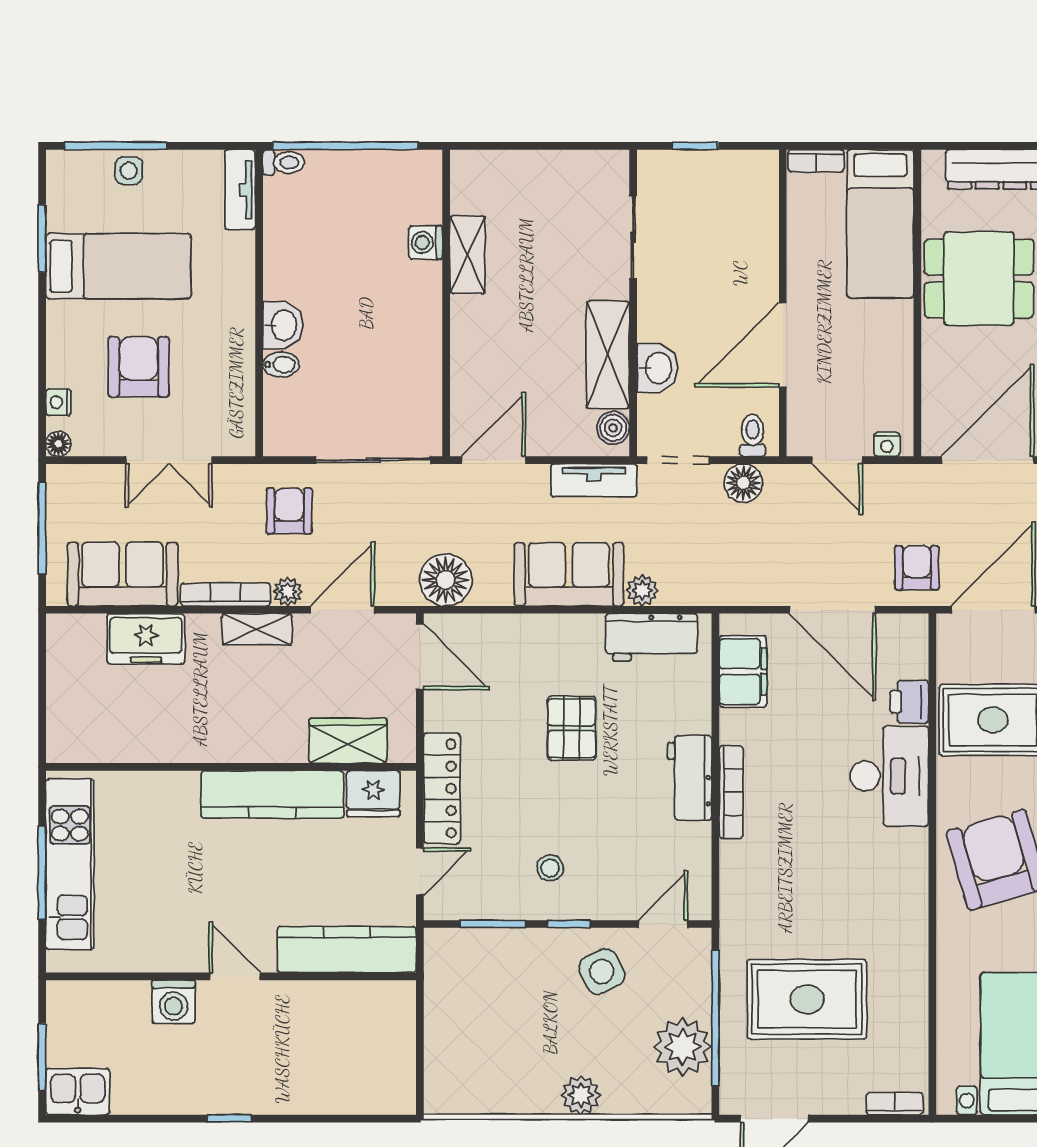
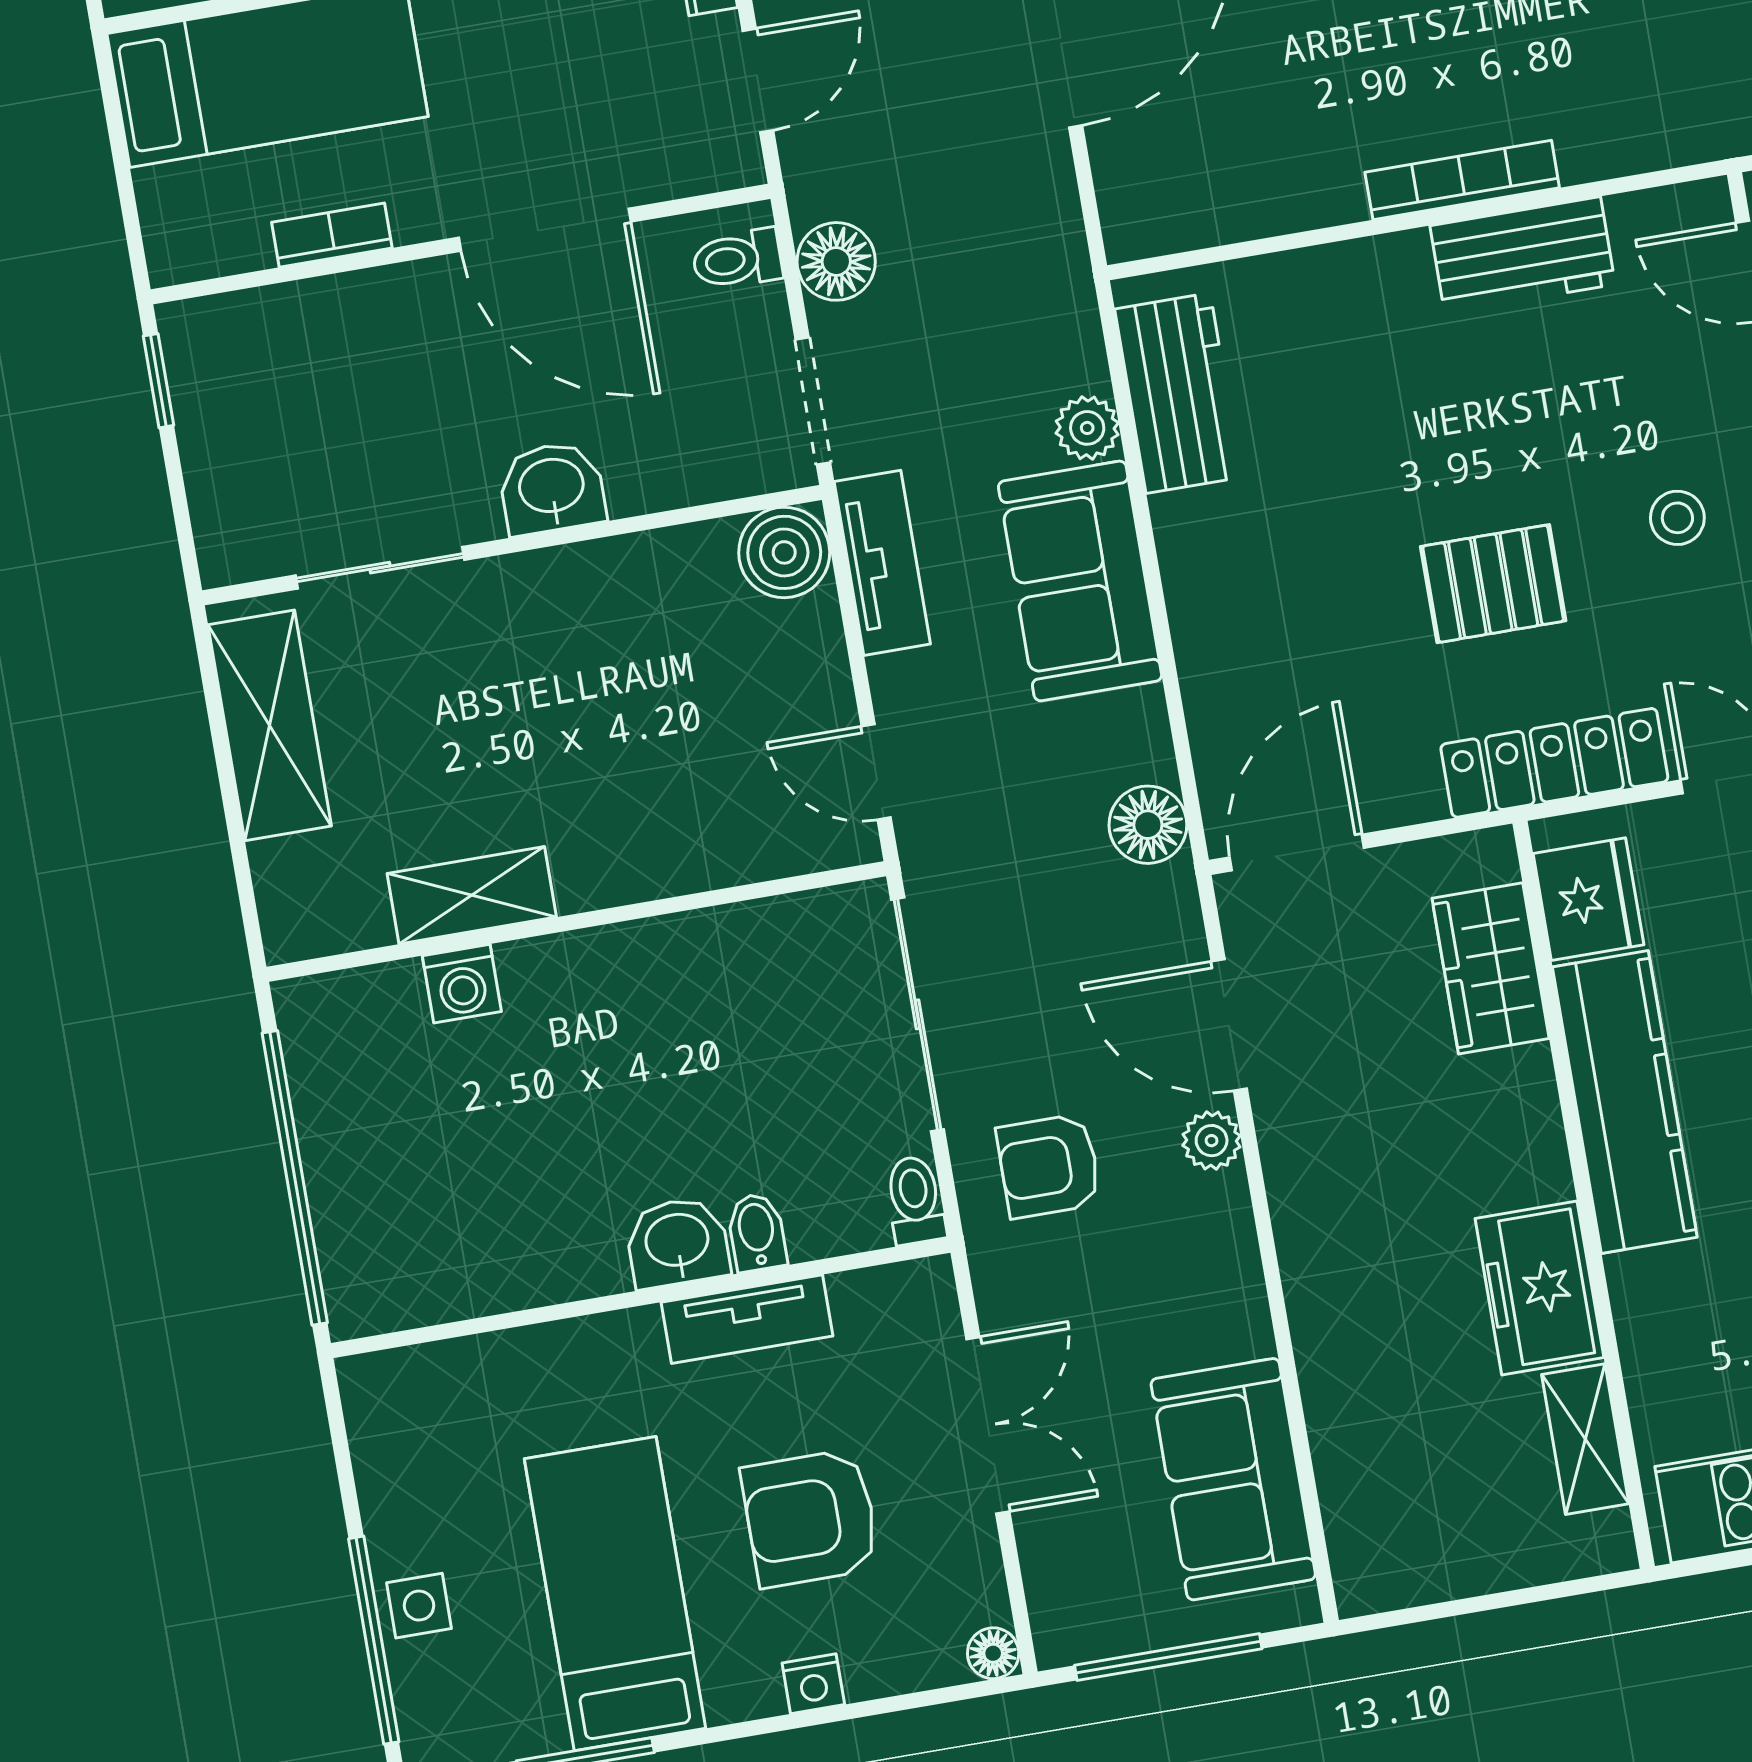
window: (695, 146) -> (159, 381), moved
bookcase: (816, 161) -> (332, 235), moved, turned -90
toilet: (284, 162) -> (915, 1200), moved
tv unit: (240, 190) -> (747, 1319), moved
shelving: (608, 355) -> (270, 725), moved, turned 90
washbasin: (657, 368) -> (552, 488), moved
nightstand: (58, 402) -> (813, 1684), moved
boiler: (613, 428) -> (784, 552), width x1.36, depth x1.36
door: (494, 460) -> (876, 772), width x0.73
floor lamp: (446, 580) -> (1148, 825), width x0.73, depth x0.73
bookcase: (226, 595) -> (1239, 1265), removed
shelving: (257, 629) -> (1585, 1439), moved
freezer: (146, 639) -> (1539, 1288), moved, turned 180
filing cabinet: (743, 671) -> (1216, 198), removed
pallet: (572, 728) -> (1493, 584), moved
workbench: (690, 778) -> (1523, 255), moved

